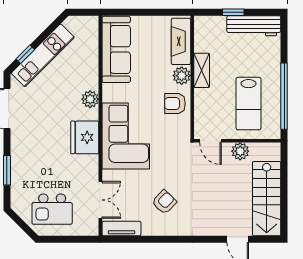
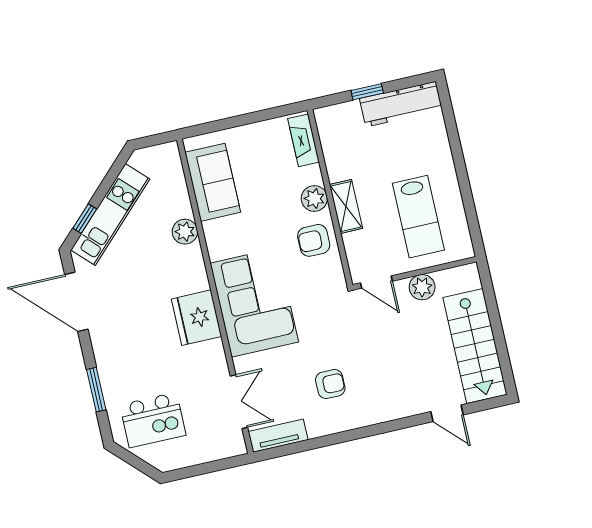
fireplace: (181, 41) -> (304, 140), width x0.73, depth x0.76
sofa: (116, 49) -> (213, 182), width x0.73
shelving: (202, 70) -> (346, 206), moved
window: (284, 96) -> (467, 194), removed
plant: (90, 99) -> (185, 232), moved
armchair: (164, 202) -> (330, 384), turned 46
kitchen island: (52, 209) -> (153, 420), moved

